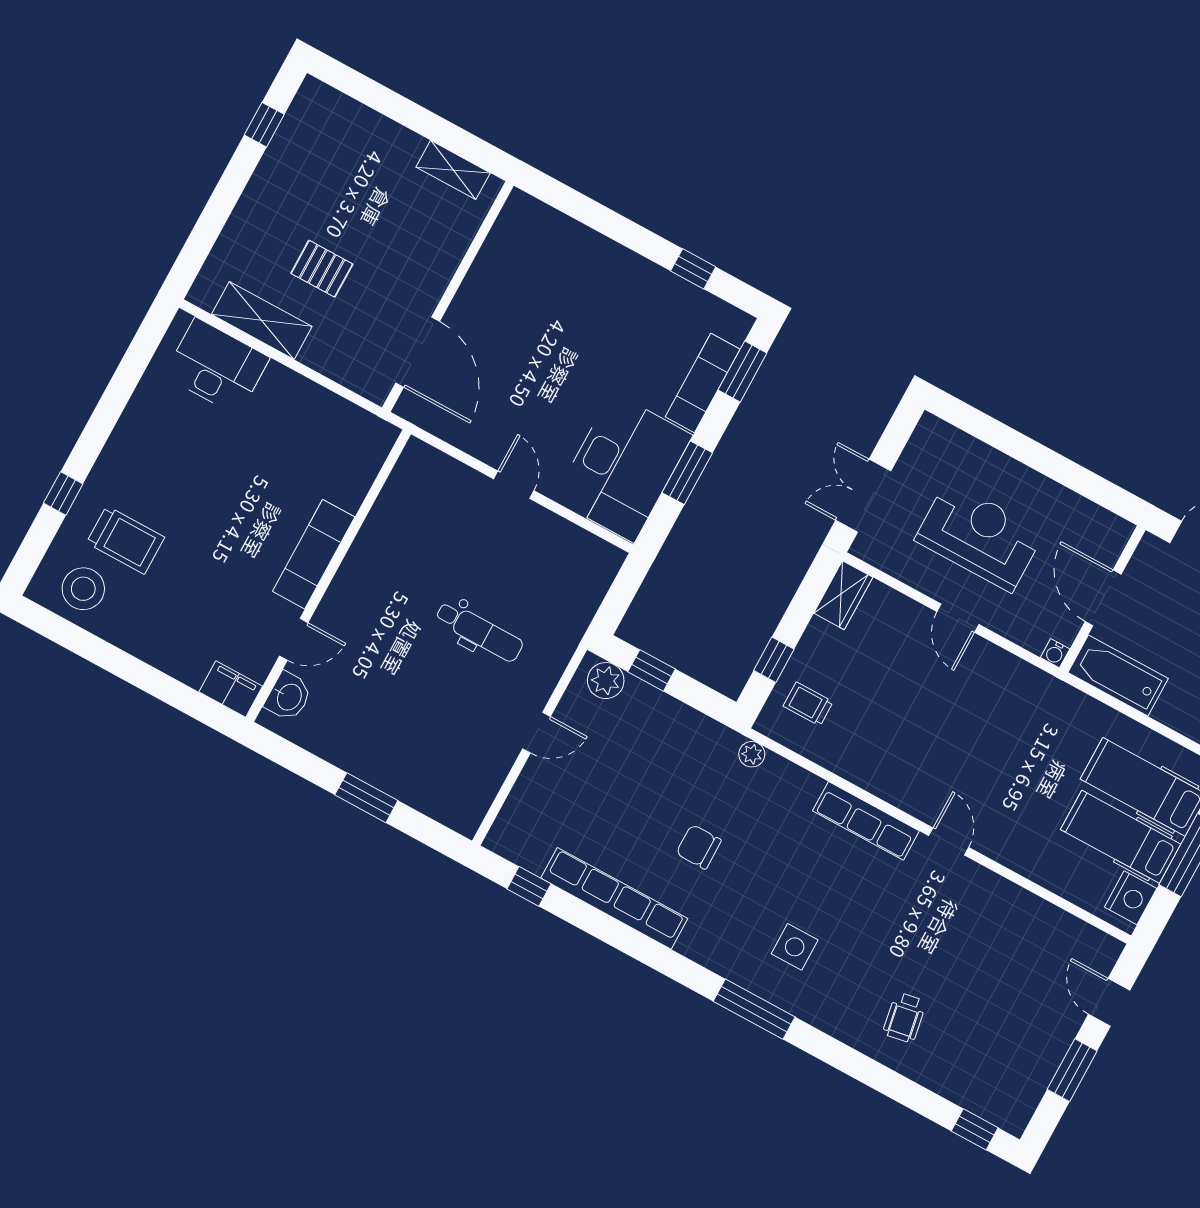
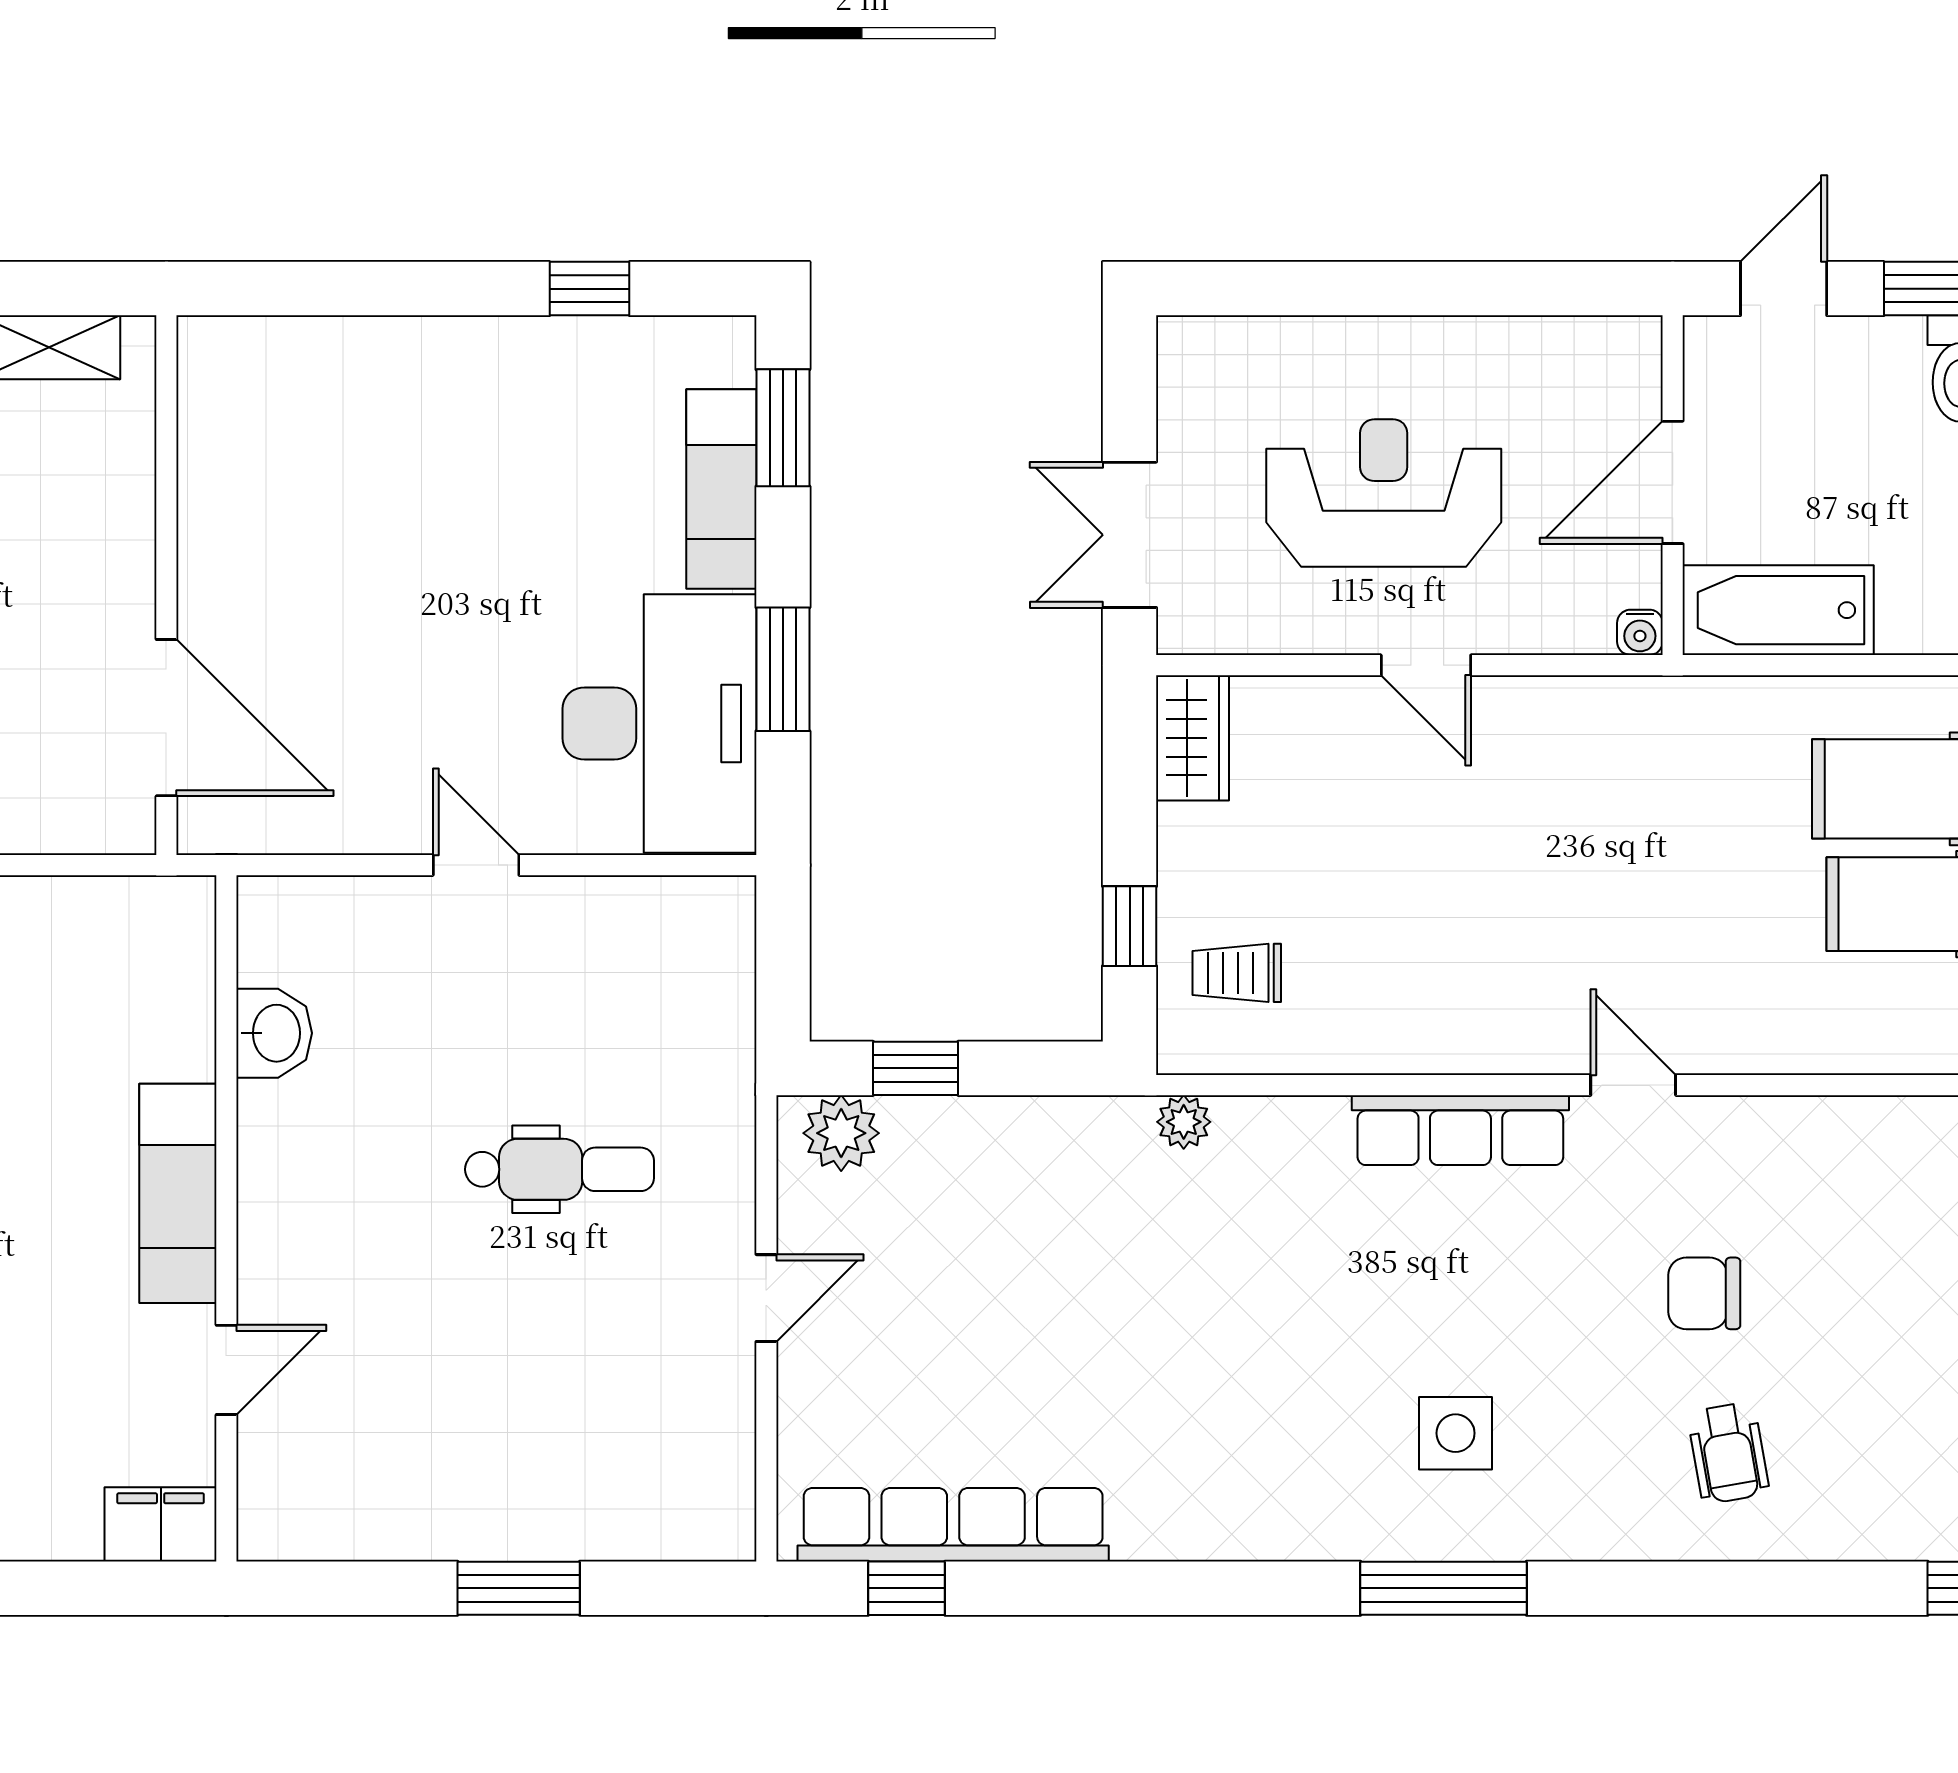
door: (1103, 598) -> (1673, 482), hinge flipped
washbasin: (288, 697) -> (274, 1033), moved
chair: (699, 847) -> (1704, 1293), moved
row of seats: (614, 898) -> (953, 1525), moved

